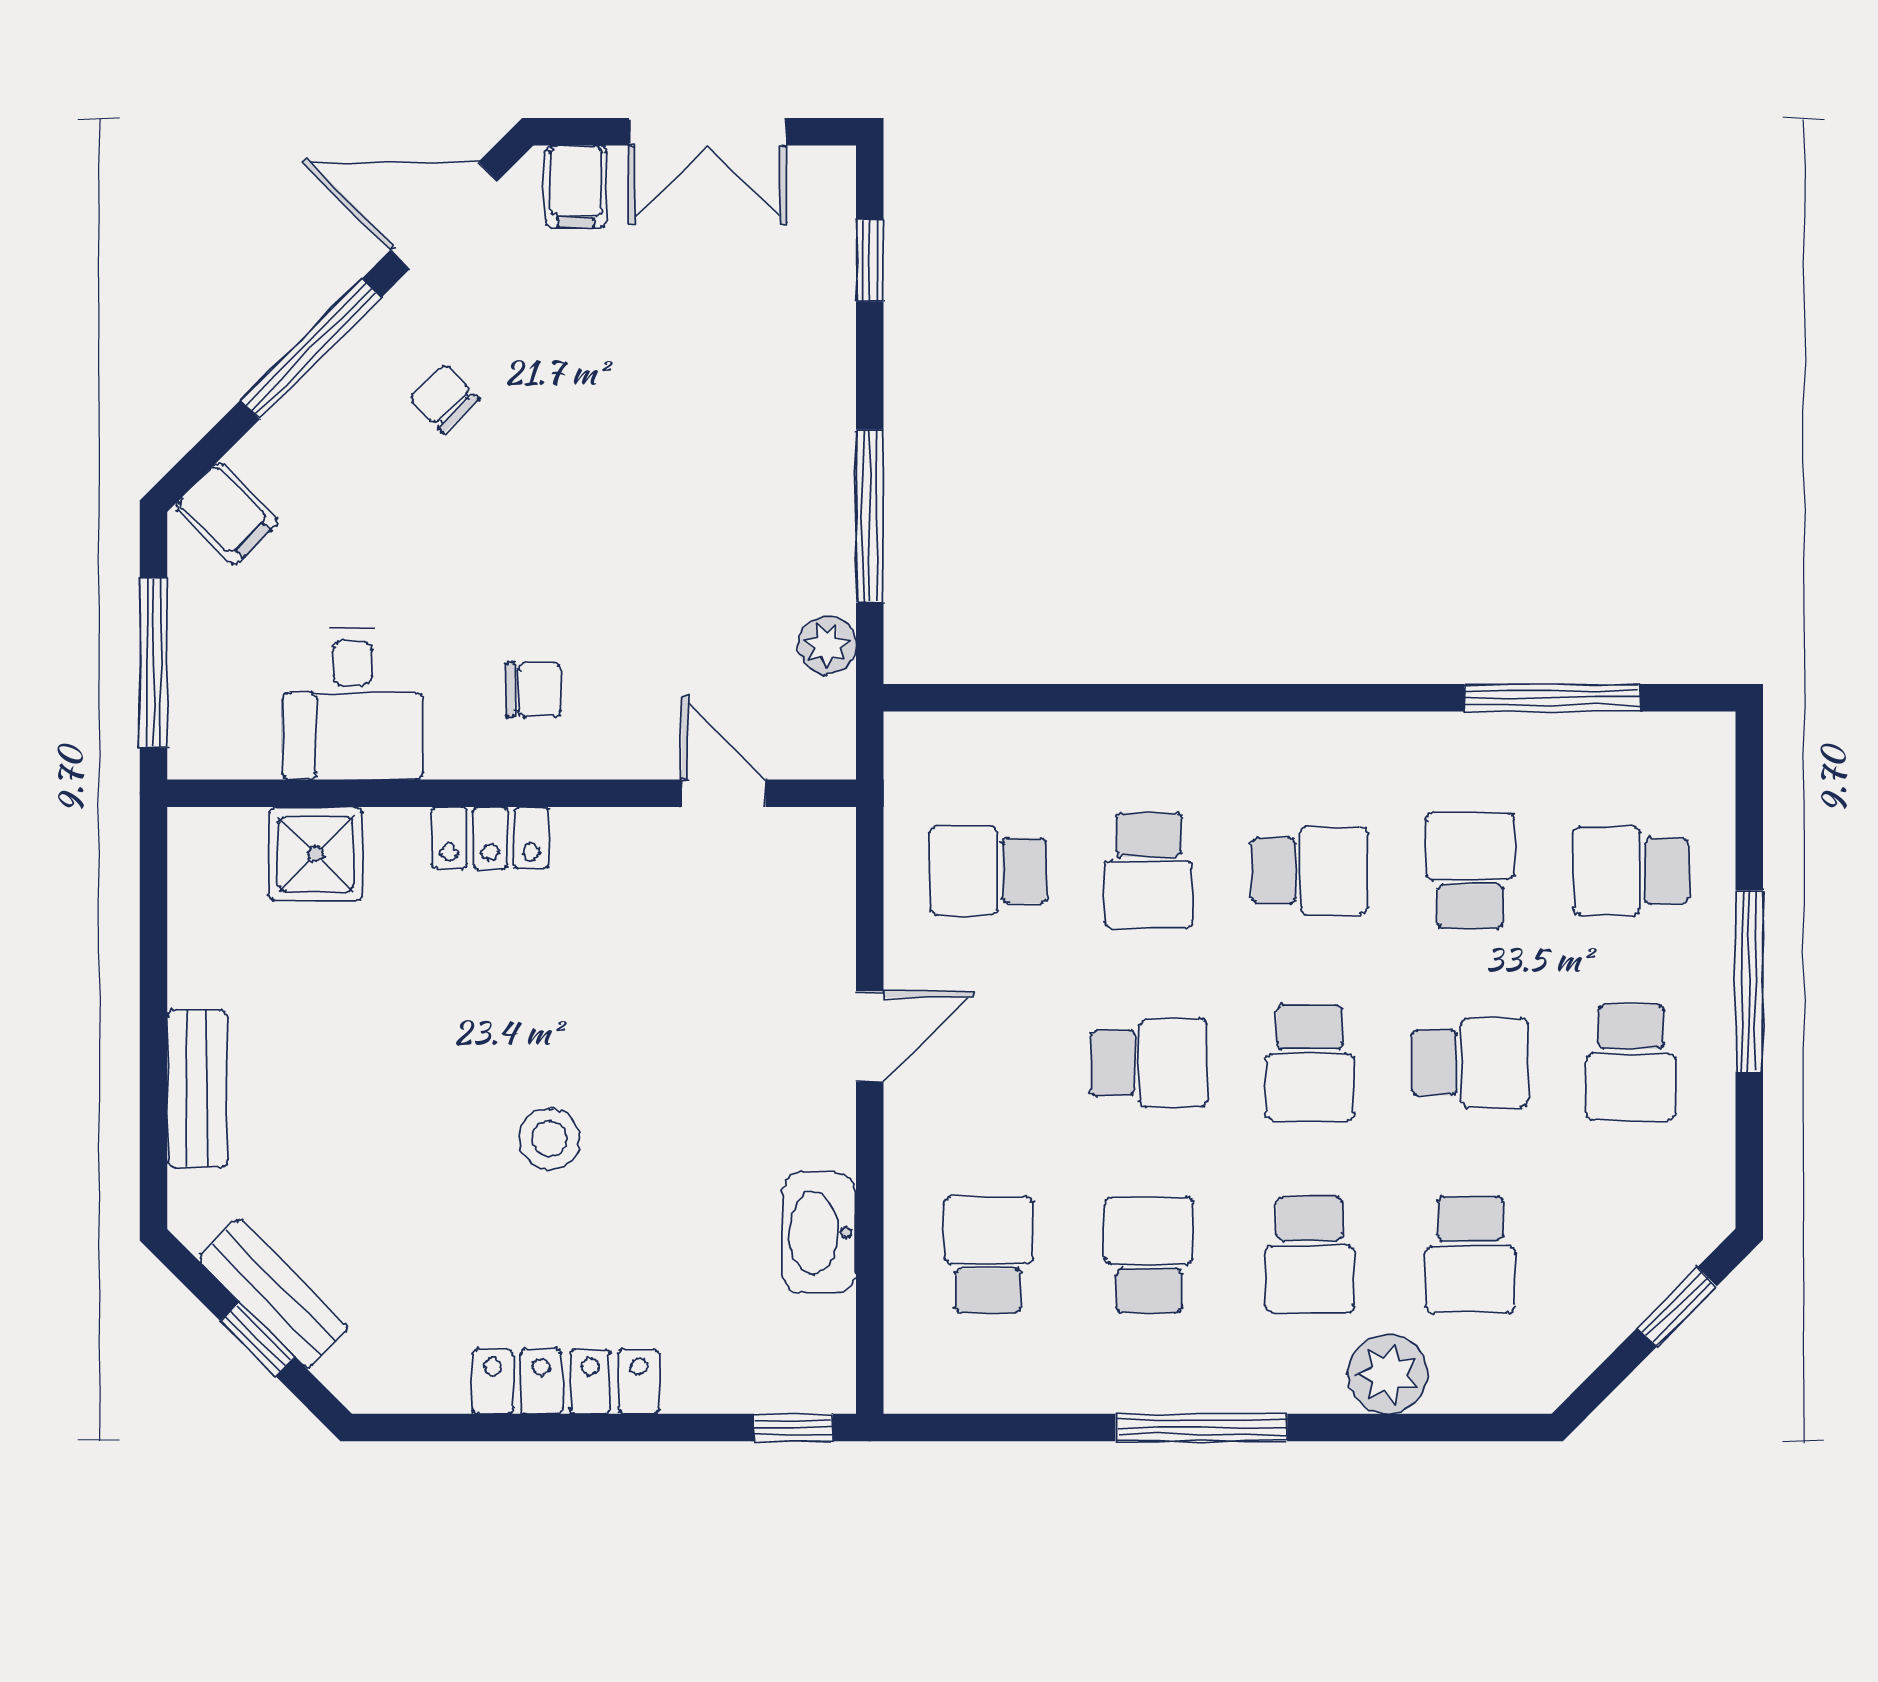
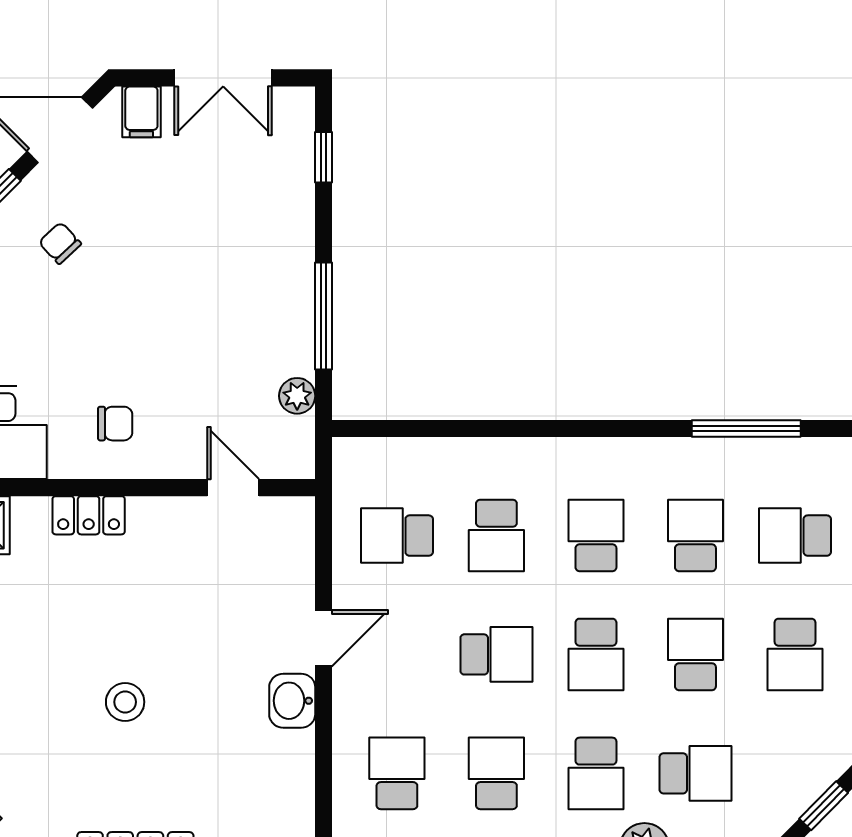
school desk: (1309, 871) -> (596, 536), turned -90
school desk: (1470, 1063) -> (695, 654), turned -90
washbasin: (819, 1233) -> (292, 701), moved, width x0.72
school desk: (1470, 1255) -> (695, 773), turned -90

